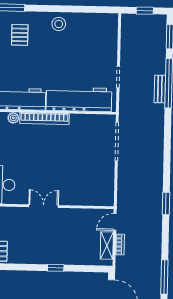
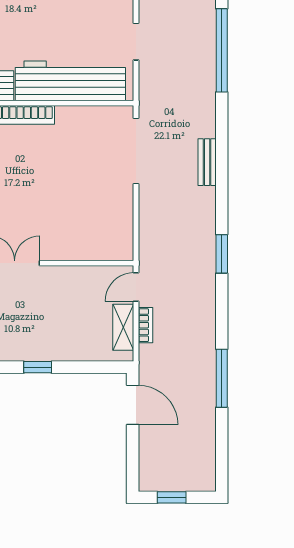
bench: (160, 89) -> (207, 162), moved

